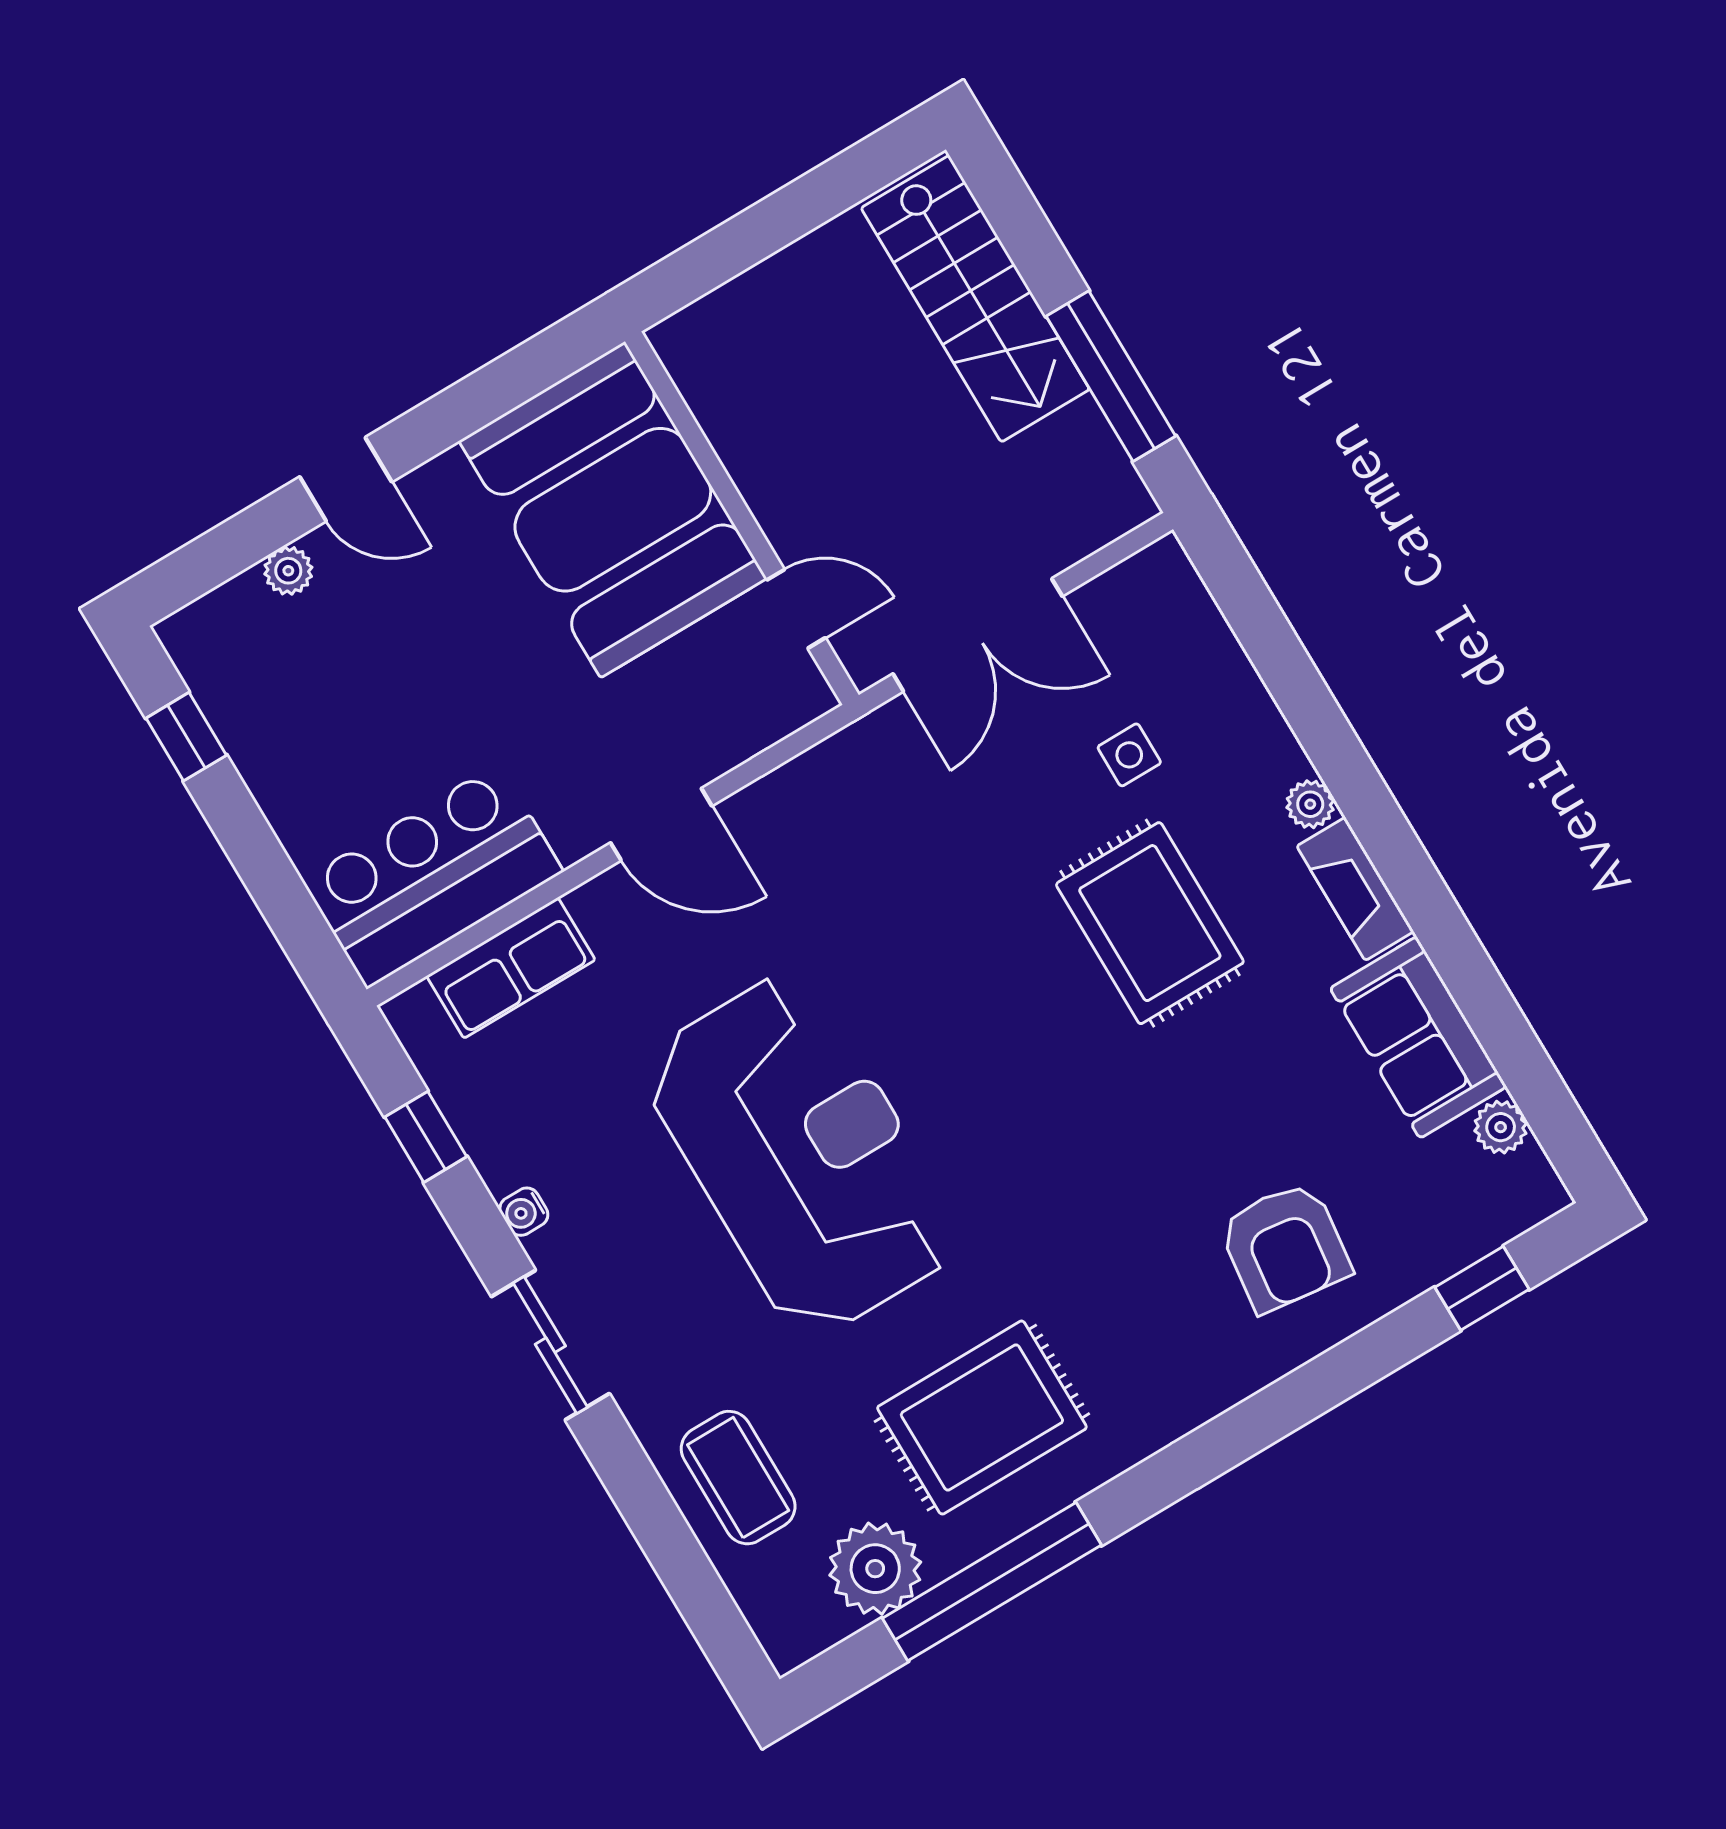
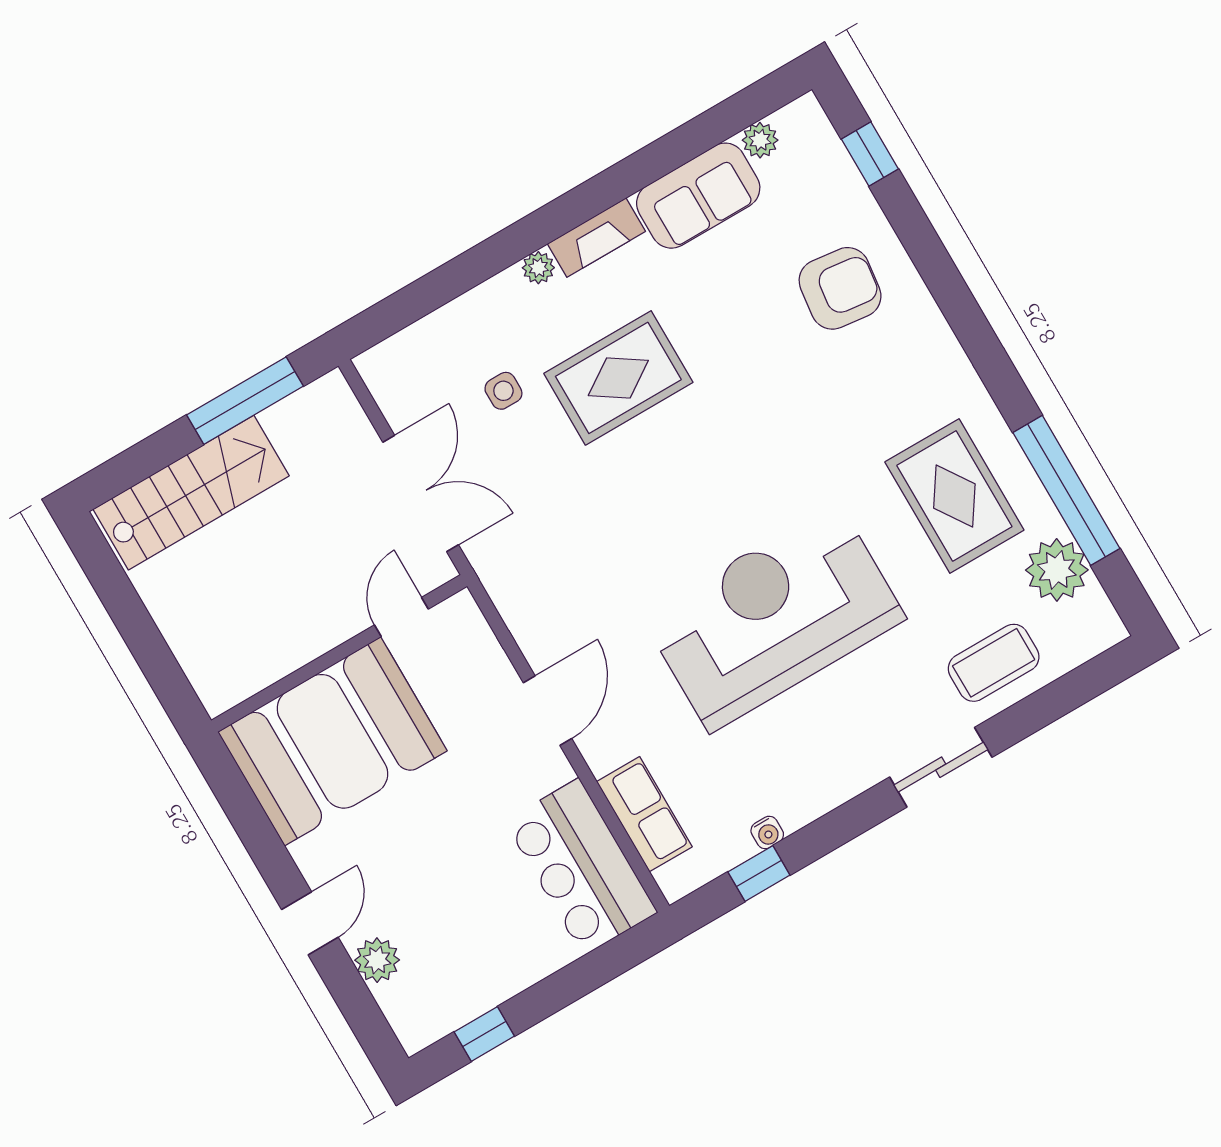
plant: (288, 571) -> (377, 960), width x1.38, depth x1.38
water cooler: (524, 1212) -> (767, 833), moved
sliding door: (550, 1345) -> (941, 767), moved

